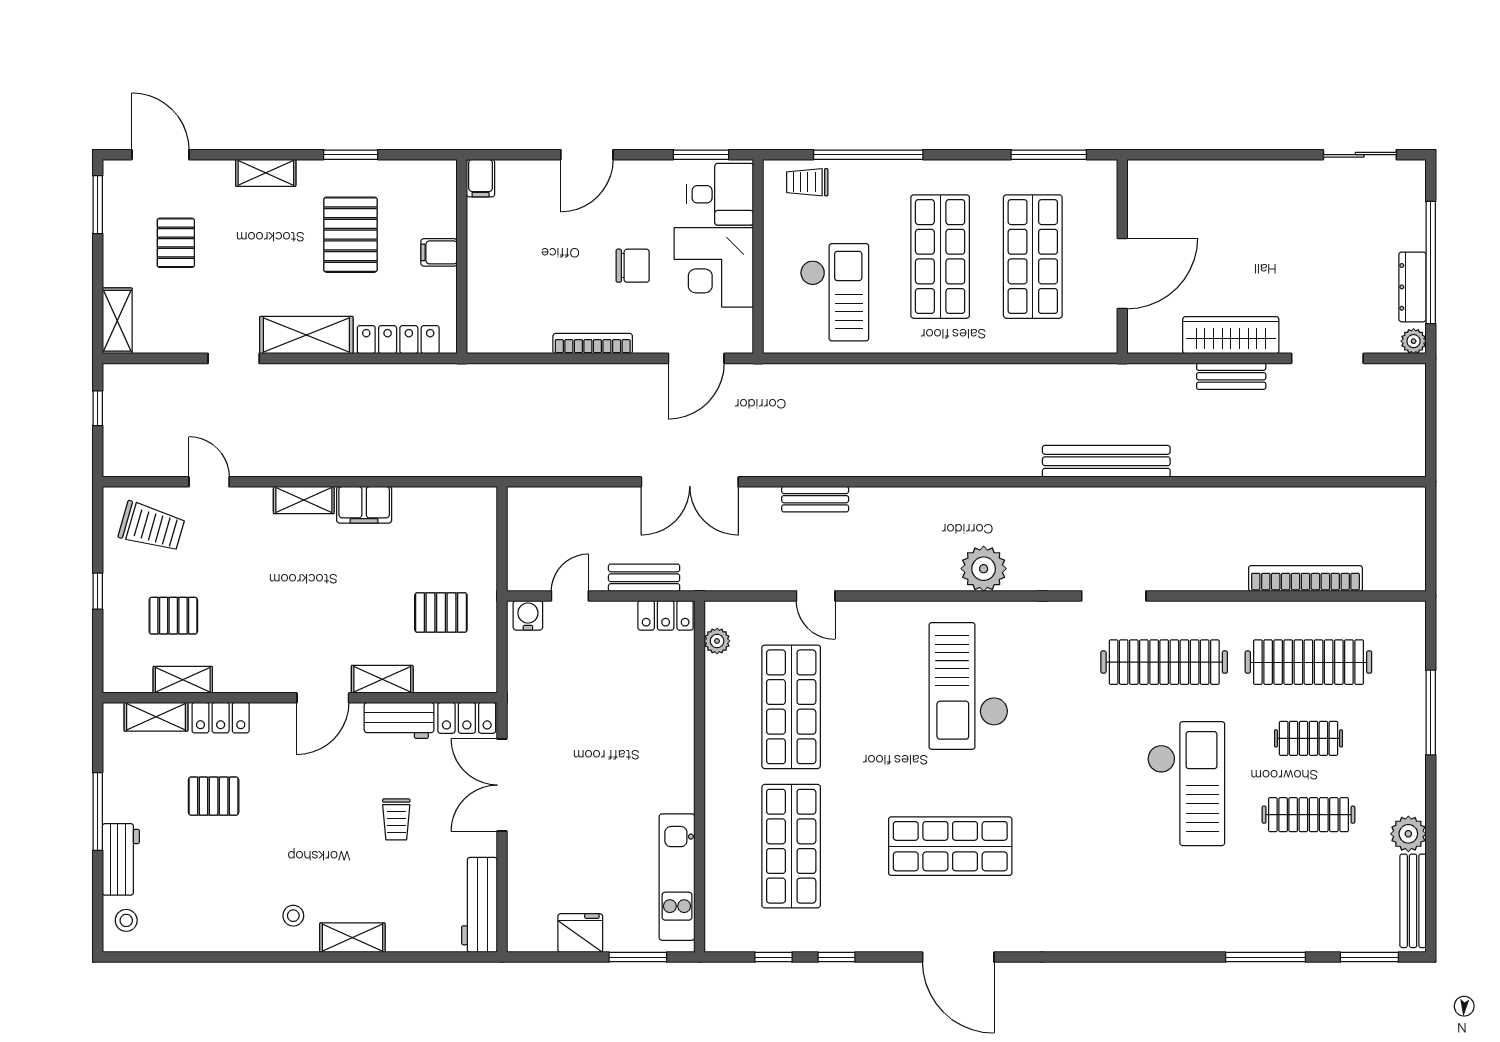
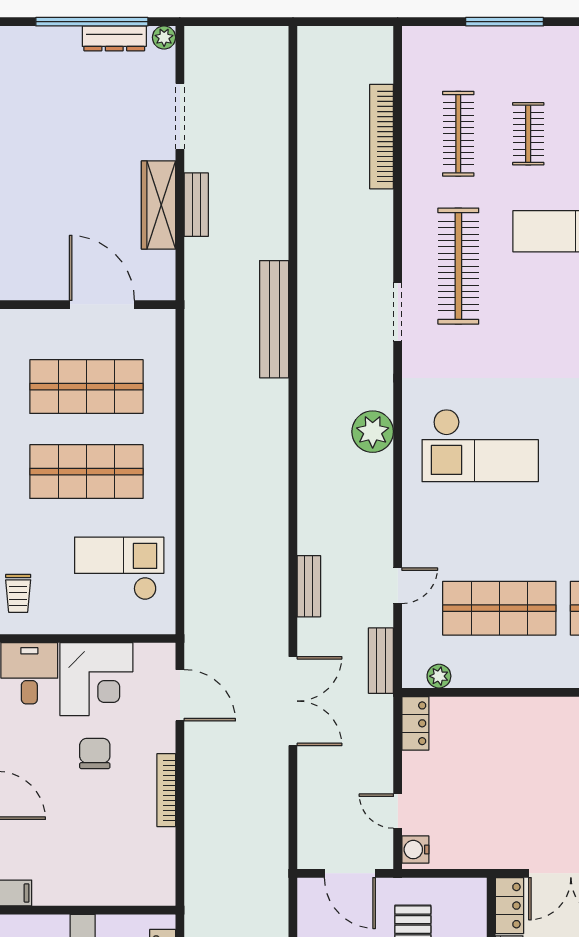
door: (502, 544) -> (350, 873), added
bench: (644, 578) -> (381, 661), moved
clothes rail: (1308, 662) -> (458, 134), width x0.73, depth x0.76

